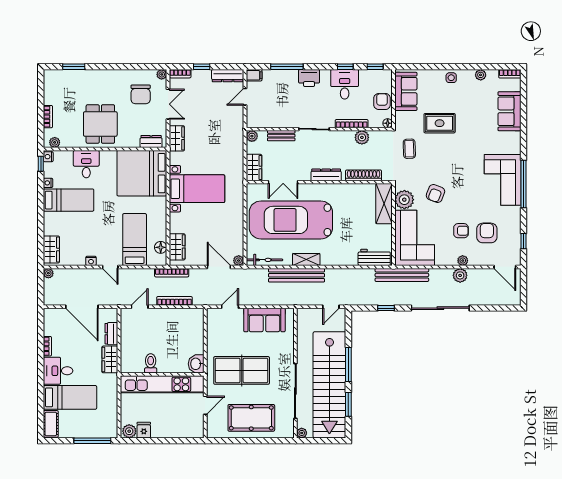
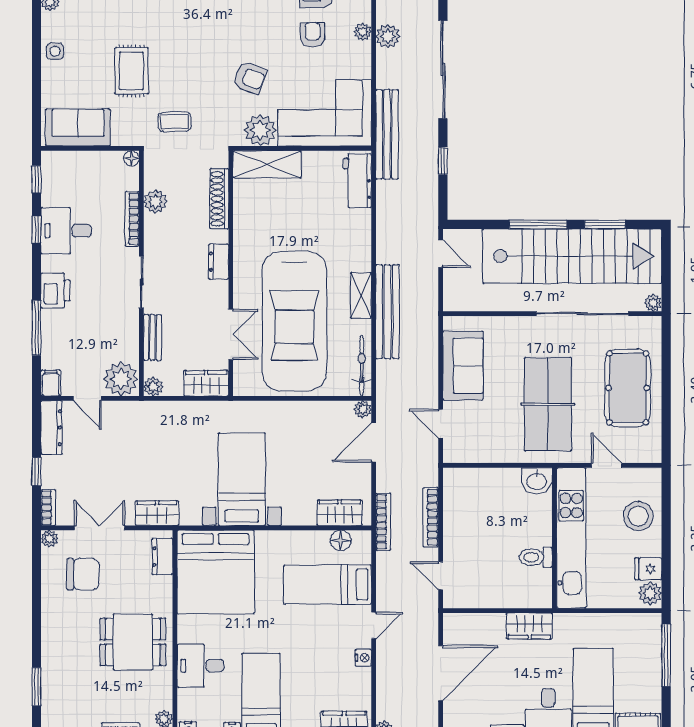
armchair: (382, 101) -> (95, 168), removed
plant: (257, 117) -> (121, 379), added
dresser: (326, 175) -> (219, 262), width x0.70
dresser: (111, 334) -> (486, 623), removed
stool: (175, 424) -> (638, 516), added

